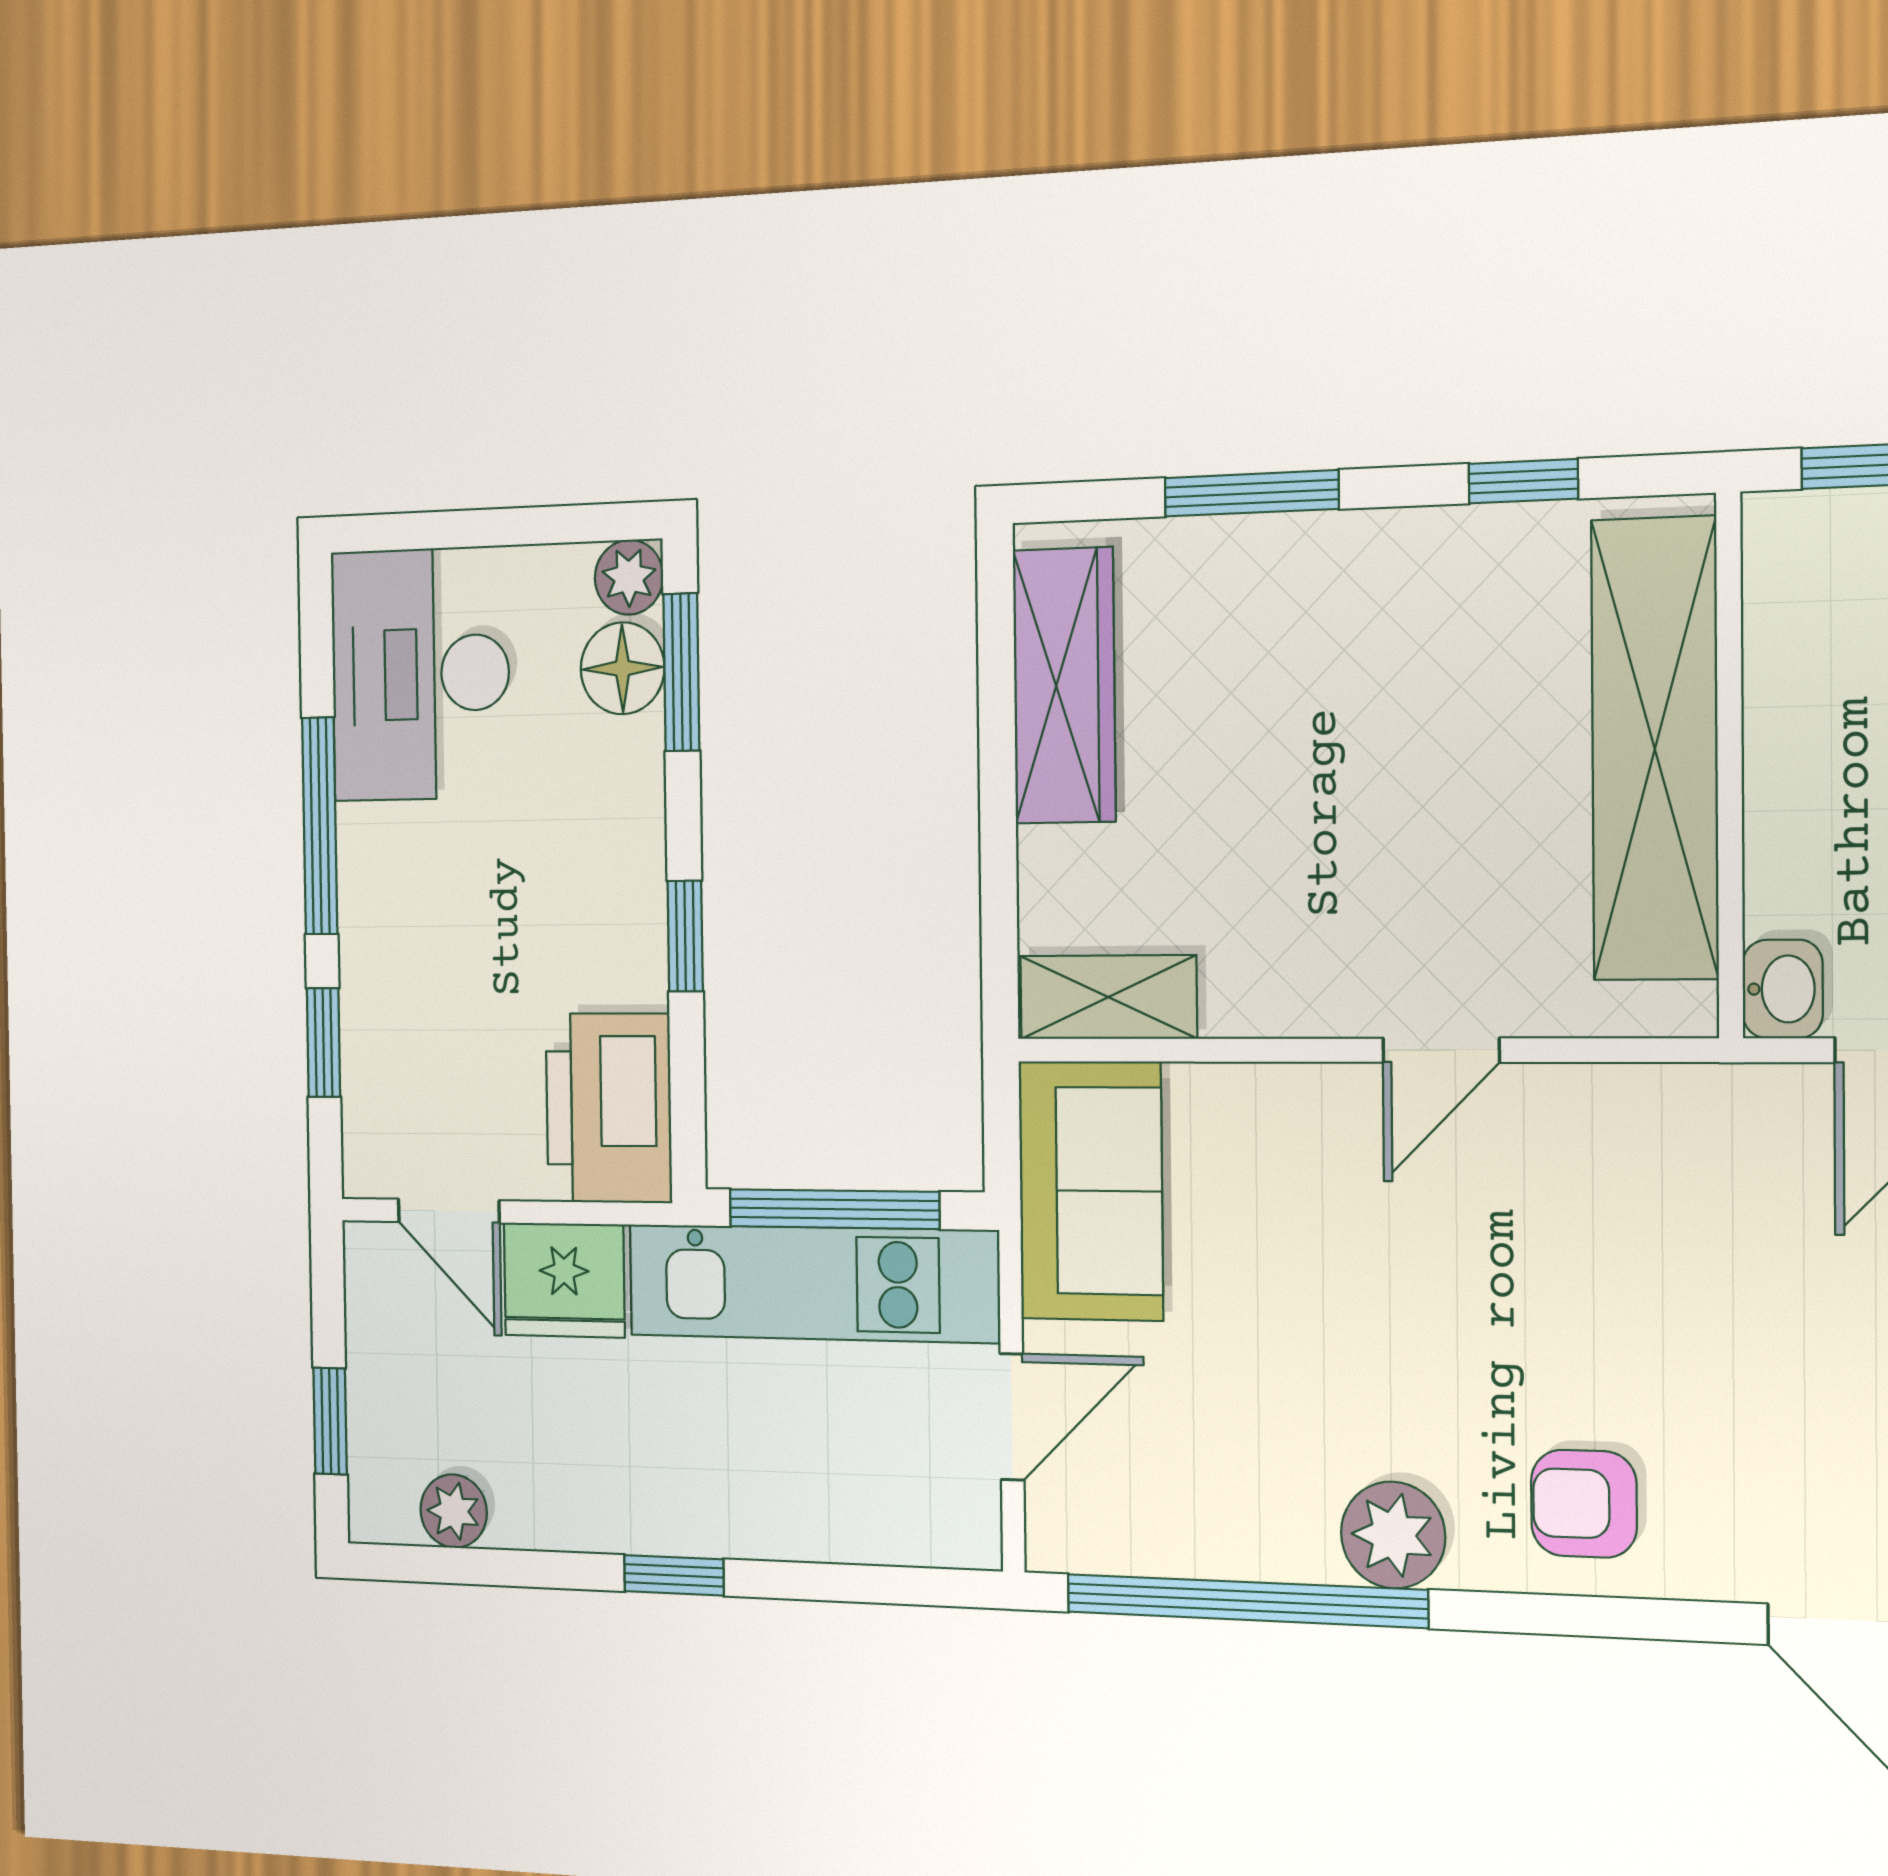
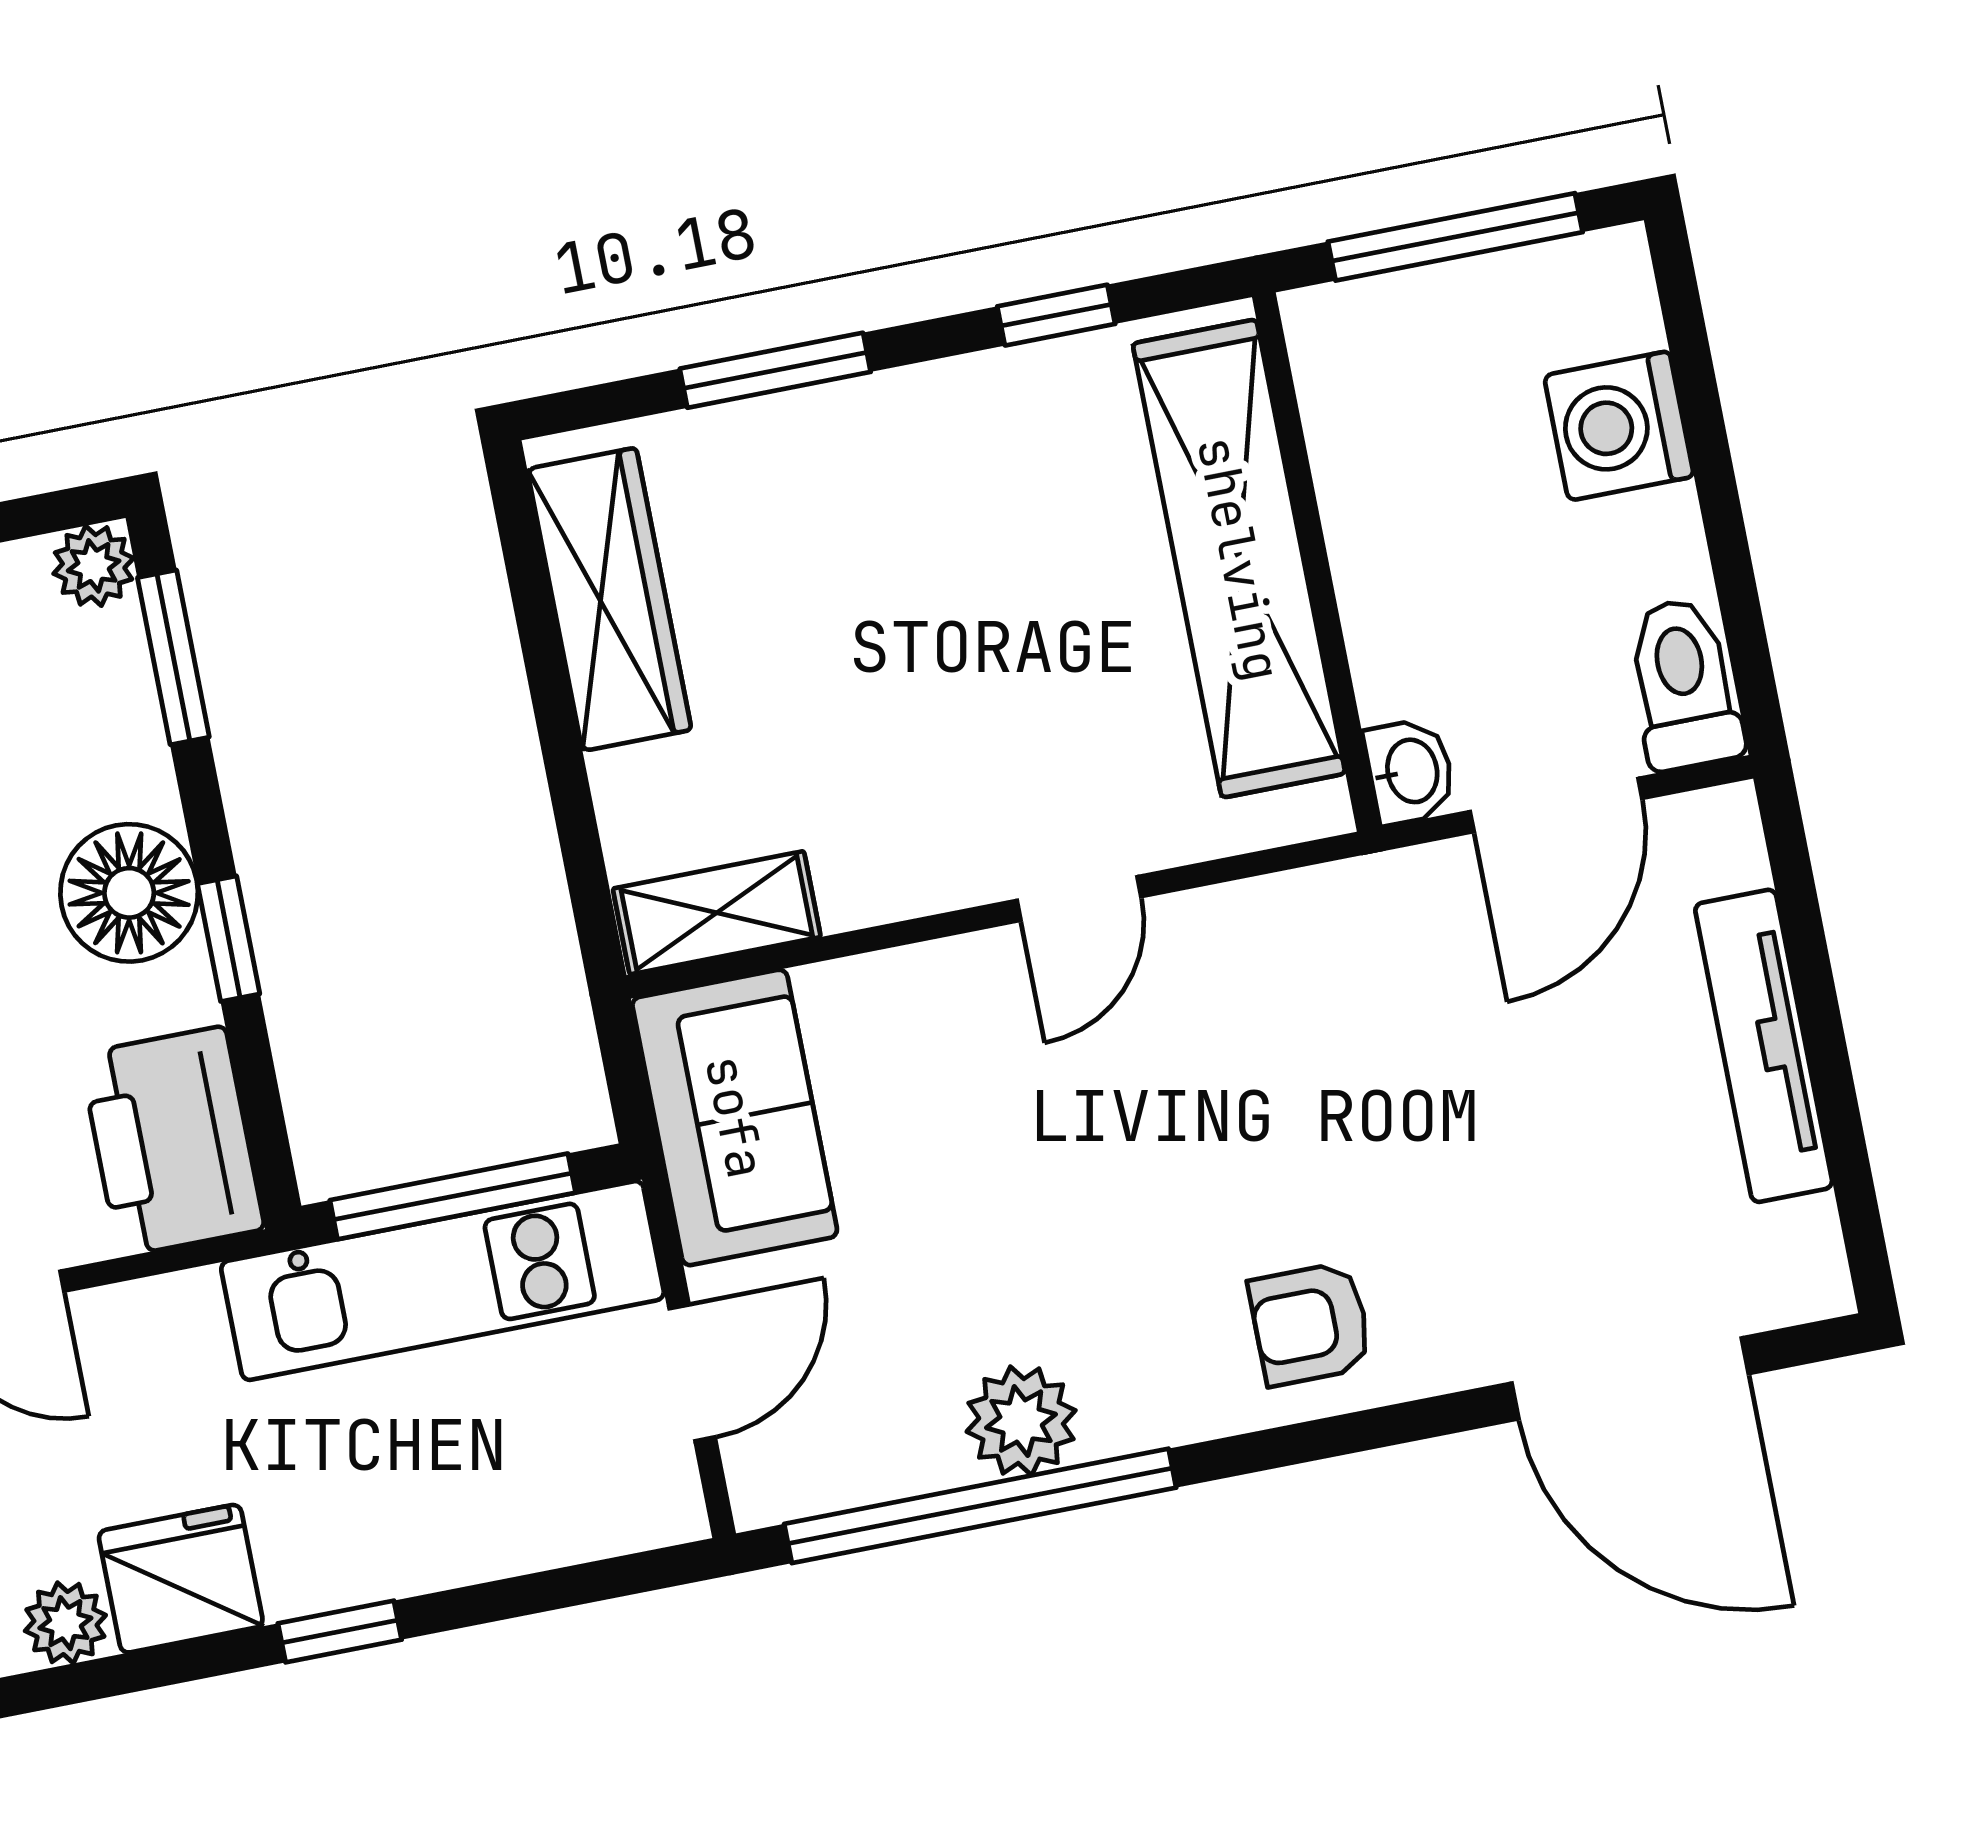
floor lamp: (623, 668) -> (129, 893), moved, width x1.38, depth x1.38
fridge: (564, 1280) -> (181, 1579), moved, turned 180
plant: (1393, 1535) -> (1021, 1421), moved

